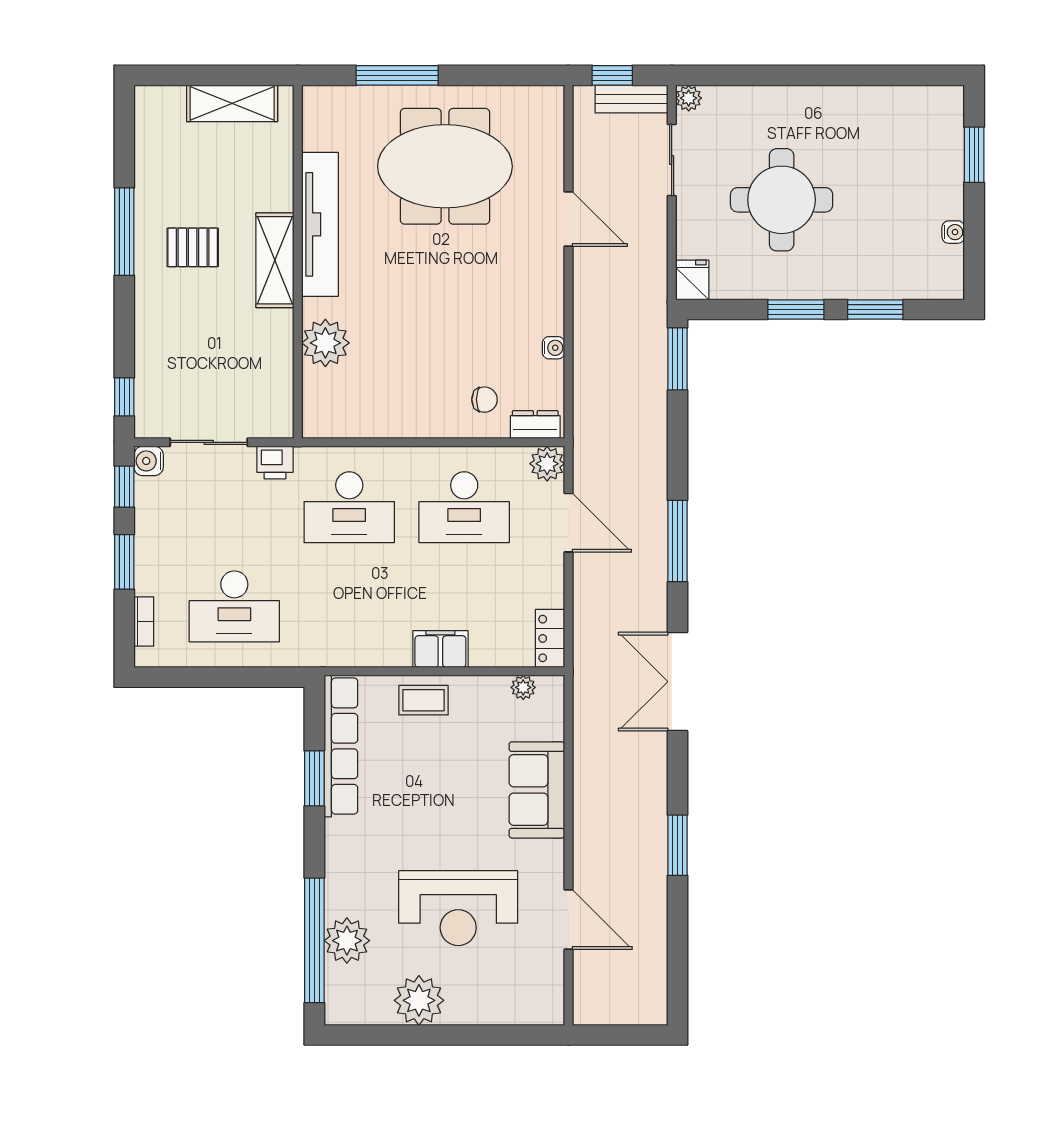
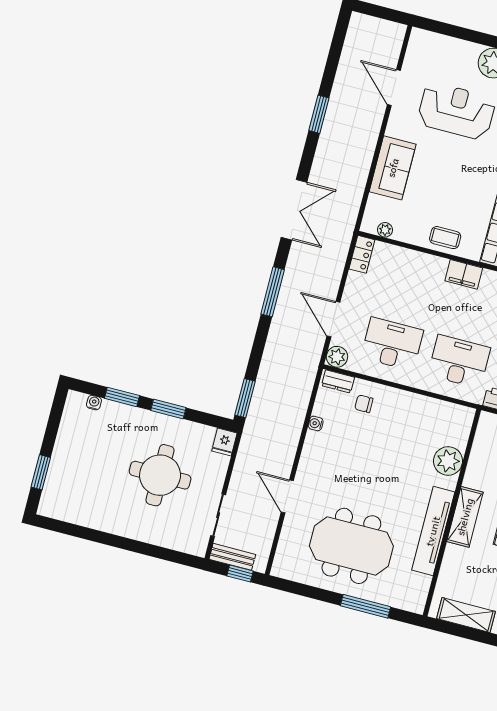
plant: (689, 98) -> (199, 549), removed
water cooler: (953, 232) -> (94, 403), moved, turned 90
filing cabinet: (440, 649) -> (464, 274), moved

